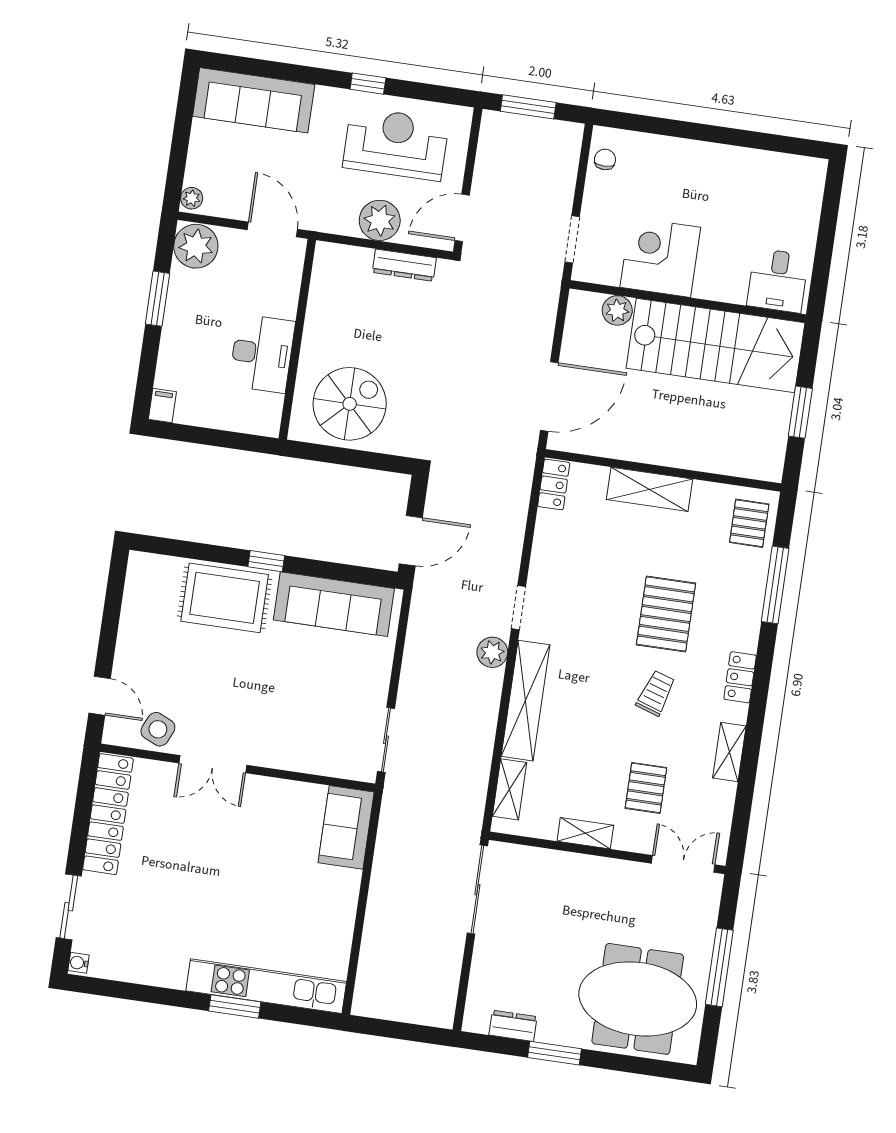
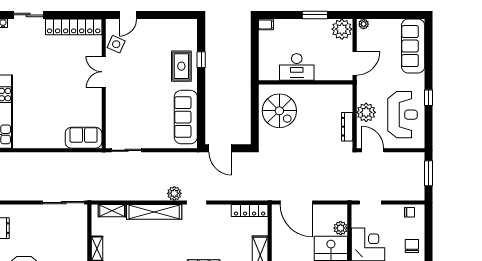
chair: (677, 165) -> (412, 246), added
locker: (554, 485) -> (250, 211), width x1.53
window: (266, 561) -> (201, 60), moved
rug: (225, 598) -> (181, 66), width x0.73, depth x0.70

